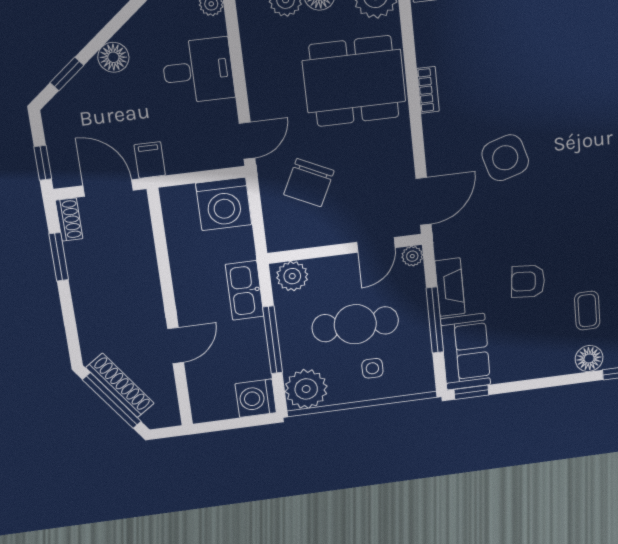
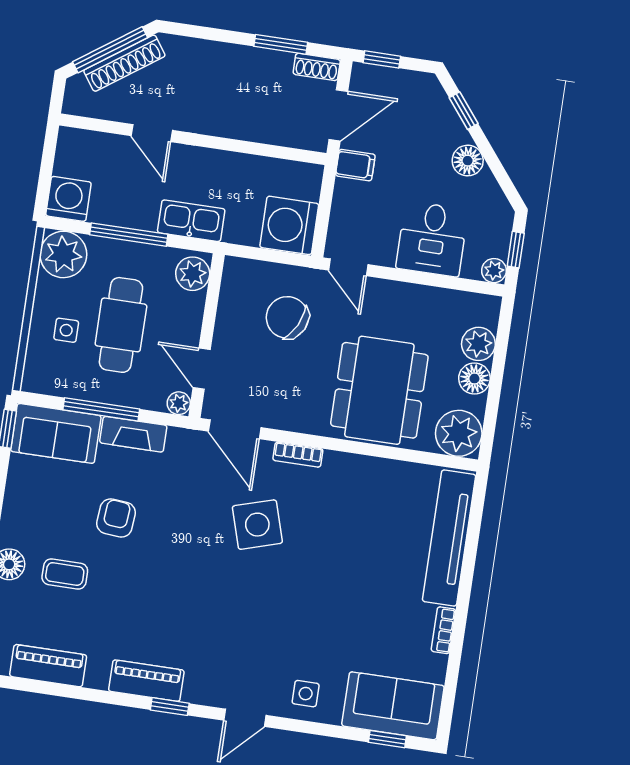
bookcase: (428, 90) -> (298, 455), moved

